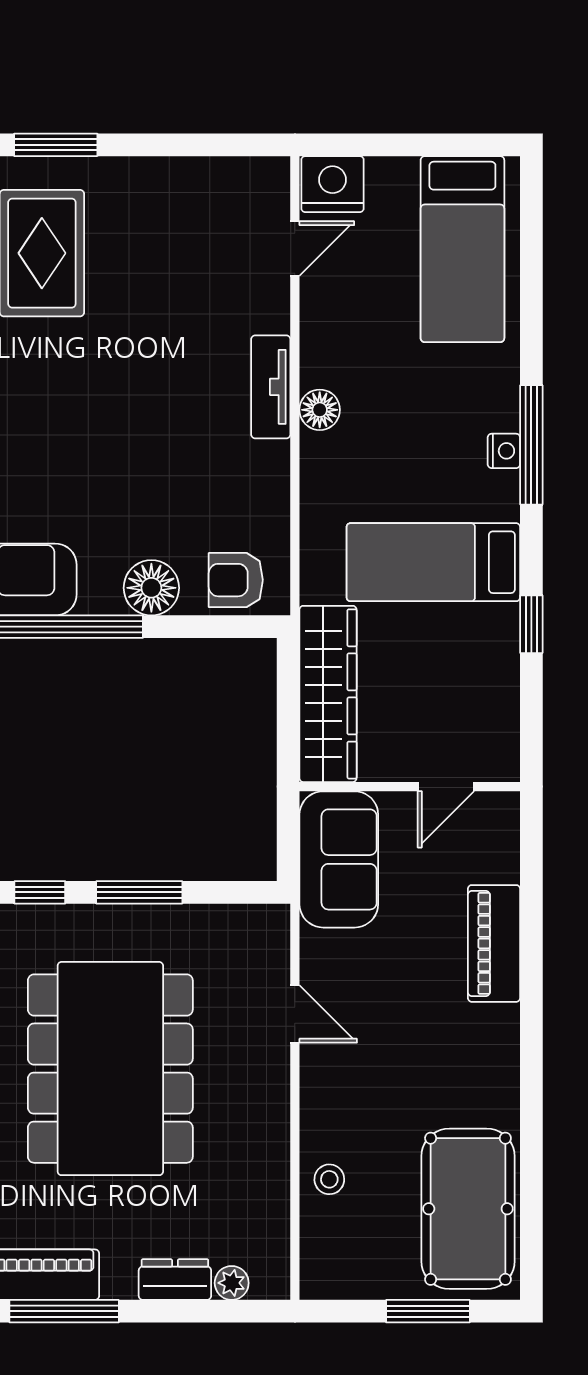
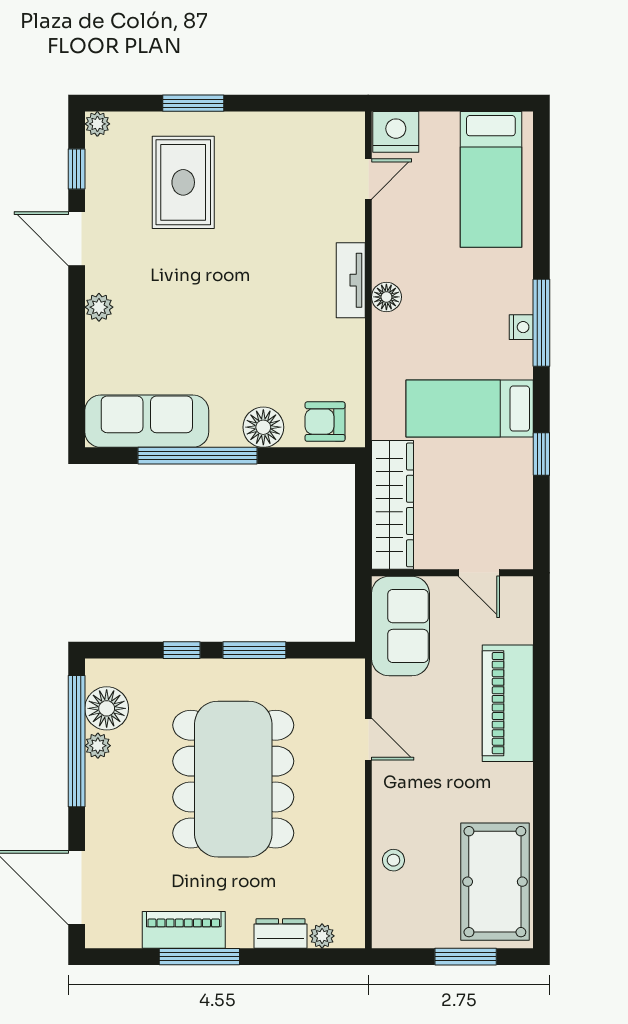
door: (446, 787) -> (479, 573), hinge flipped
piano: (494, 943) -> (508, 703), width x1.37, depth x1.33

